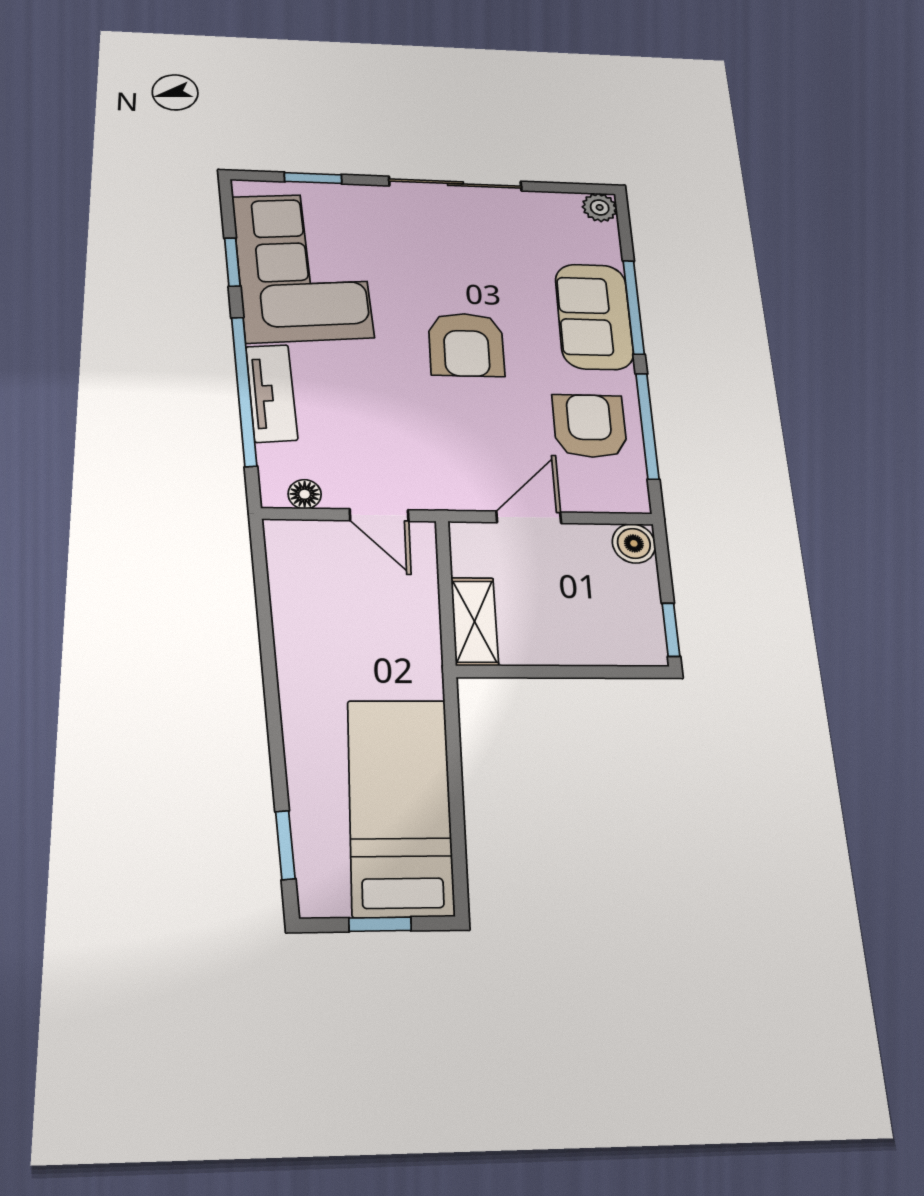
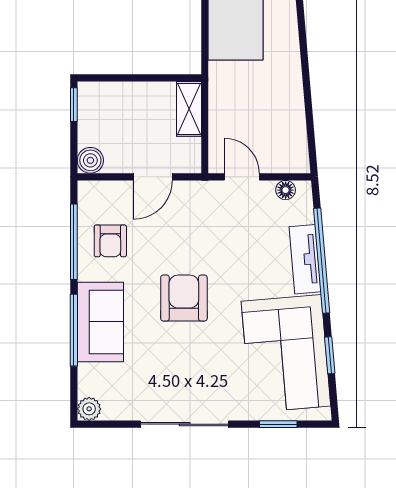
armchair: (590, 426) -> (110, 241), width x0.72, depth x0.72

